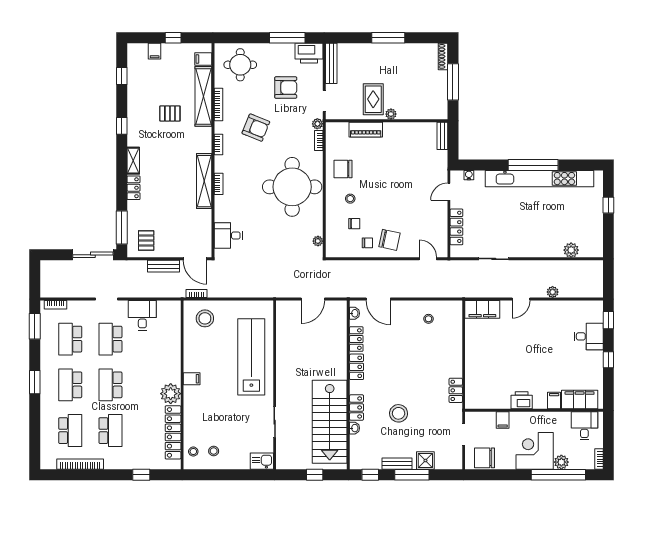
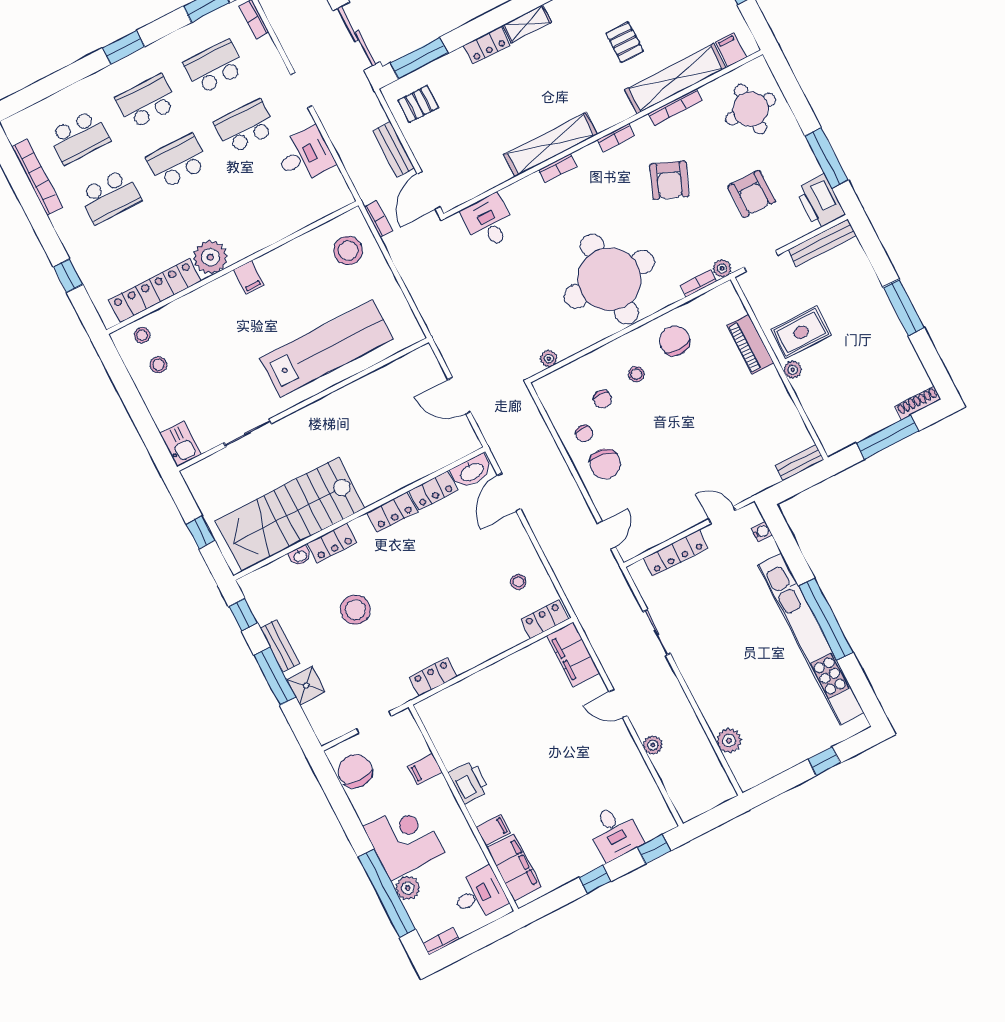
washbasin: (355, 313) -> (472, 471), width x1.91, depth x1.45
locker: (456, 315) -> (545, 619), added

